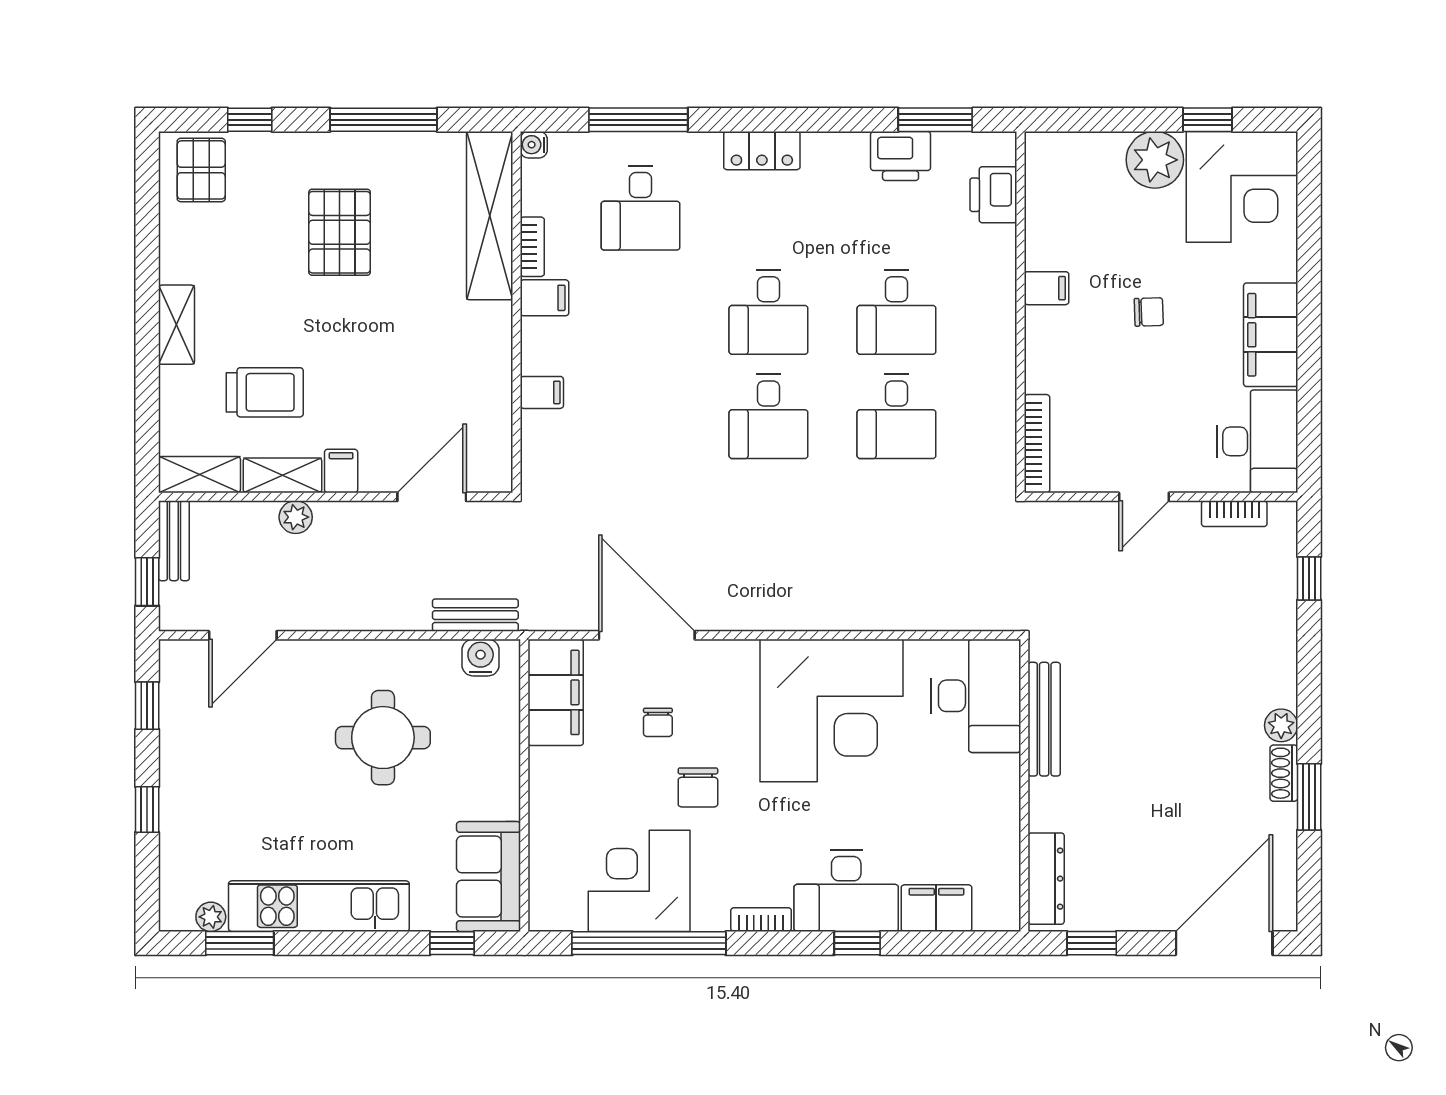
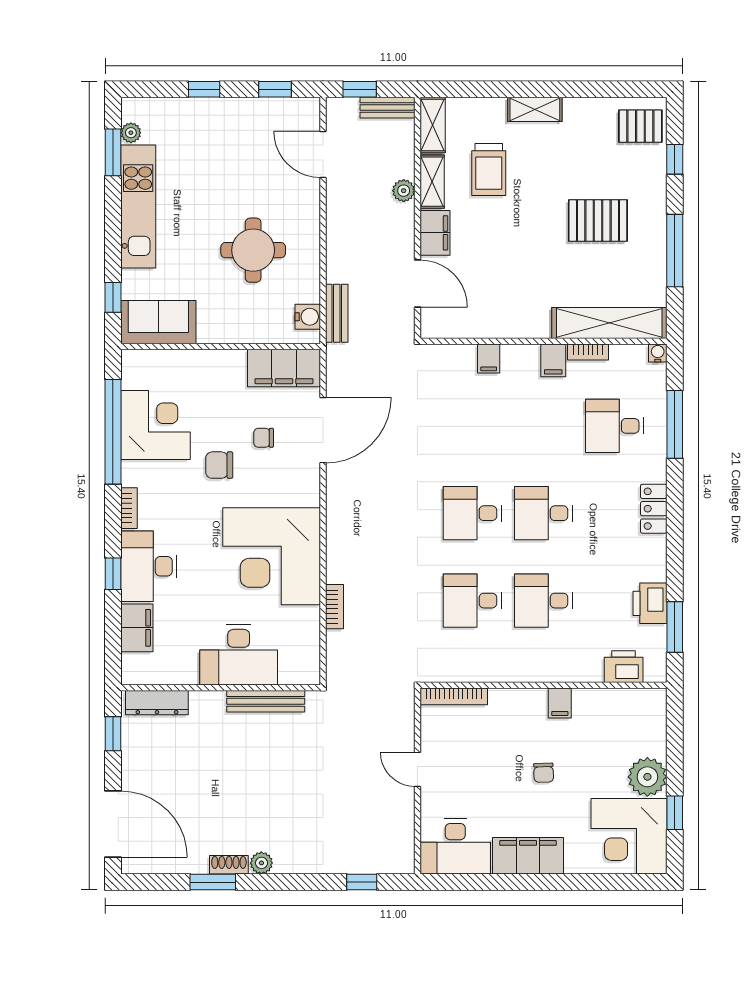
filing cabinet: (341, 471) -> (435, 233), width x2.00
bookcase: (1234, 514) -> (334, 607), moved, turned 180
desk: (976, 696) -> (239, 655), moved

